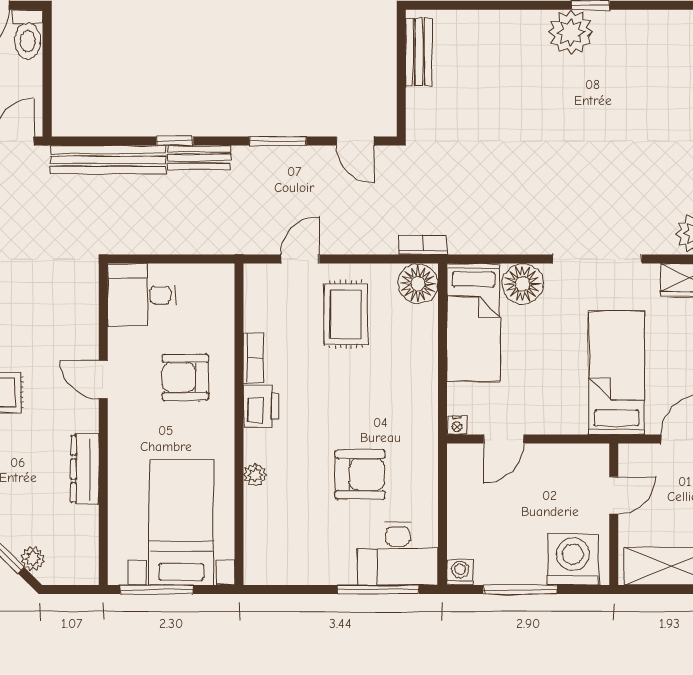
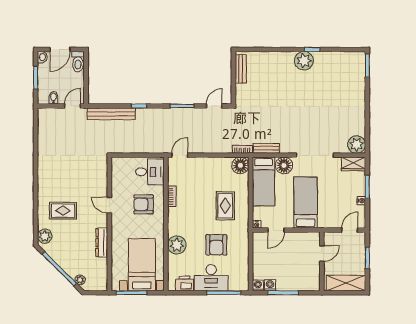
door: (355, 141) -> (214, 106), swing flipped
bench: (199, 157) -> (266, 148), moved
door: (300, 259) -> (180, 155), moved
desk: (142, 295) -> (150, 172), moved, turned 180
rug: (346, 314) -> (225, 206), moved
bed: (616, 373) -> (306, 203), moved
printer: (261, 406) -> (184, 284), moved, turned -90
plant: (255, 475) -> (177, 245), width x1.87, depth x1.87
armchair: (360, 475) -> (216, 245), turned 90
desk: (398, 553) -> (211, 278), moved
washing machine: (573, 560) -> (270, 285), moved, width x0.53, depth x0.53

